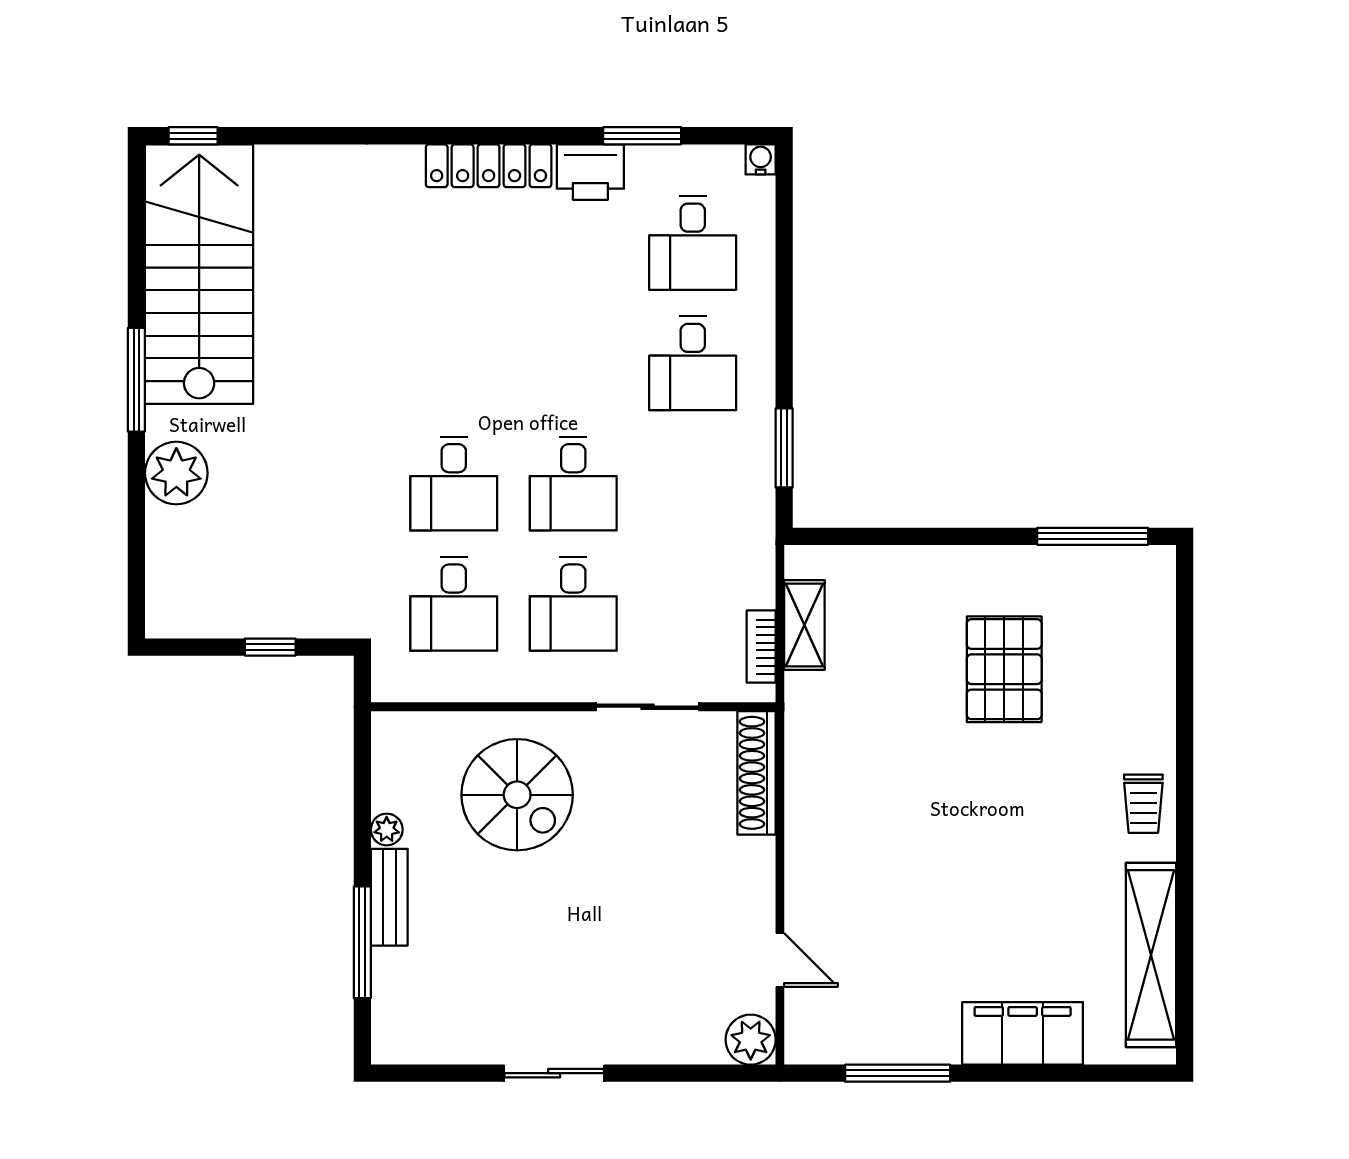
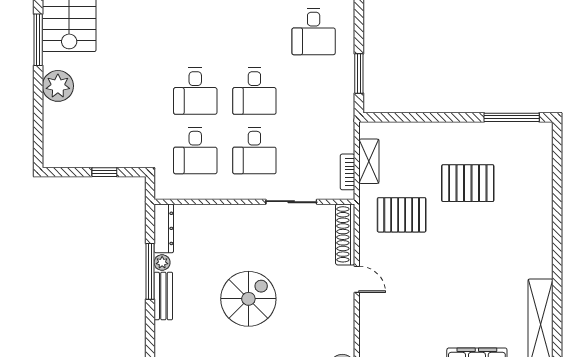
pallet: (1004, 669) -> (468, 183), turned 90
pallet: (871, 733) -> (402, 215), added
dresser: (390, 761) -> (164, 228), added
spiral stairs: (517, 795) -> (248, 299), moved, turned -90
trolley: (1143, 804) -> (537, 250), removed
window: (362, 942) -> (150, 271), moved
door: (780, 960) -> (357, 279), moved

